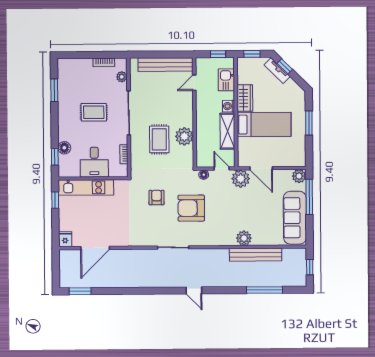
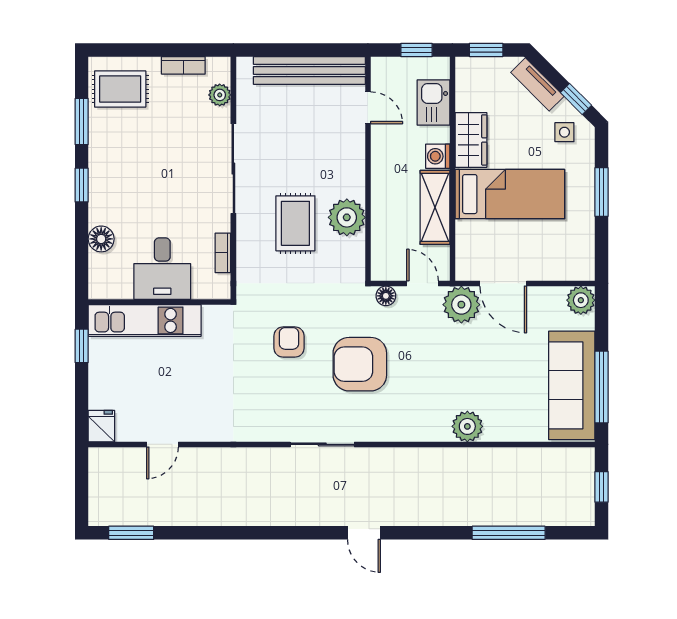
window: (285, 66) -> (576, 99), moved
door: (194, 83) -> (368, 108), swing flipped
side table: (291, 94) -> (564, 132), added
rug: (94, 112) -> (120, 89), moved
window: (55, 157) -> (82, 185), moved
window: (309, 197) -> (602, 387), moved
door: (95, 248) -> (162, 444), width x0.53
bench: (256, 255) -> (491, 460), removed

